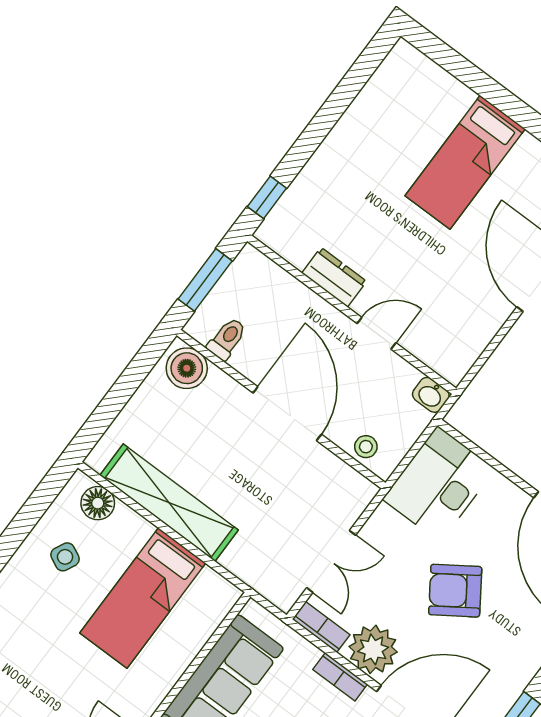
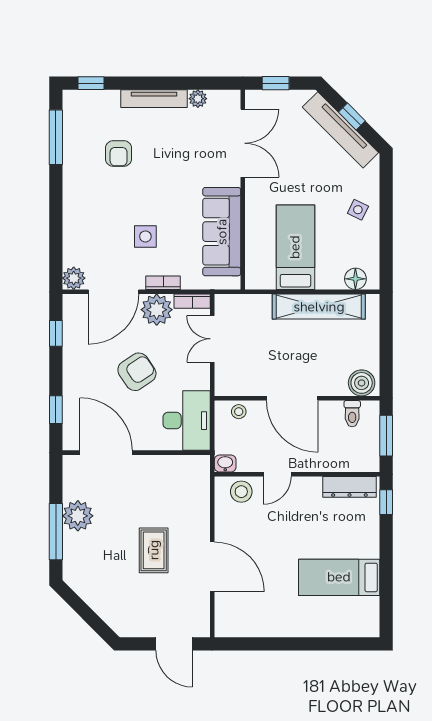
bed: (465, 162) -> (339, 577), moved, turned -90
dresser: (334, 277) -> (349, 487), moved, width x1.44
stool: (437, 345) -> (241, 492), added
side table: (65, 557) -> (358, 210), moved

